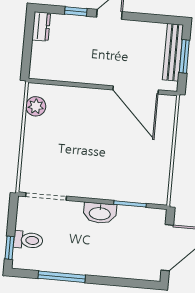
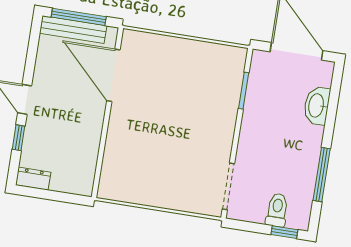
window: (184, 56) -> (79, 17), width x1.44
door: (136, 90) -> (113, 75), swing flipped
plant: (36, 106) -> (124, 191), removed
washbasin: (100, 213) -> (317, 106), moved, turned 180

